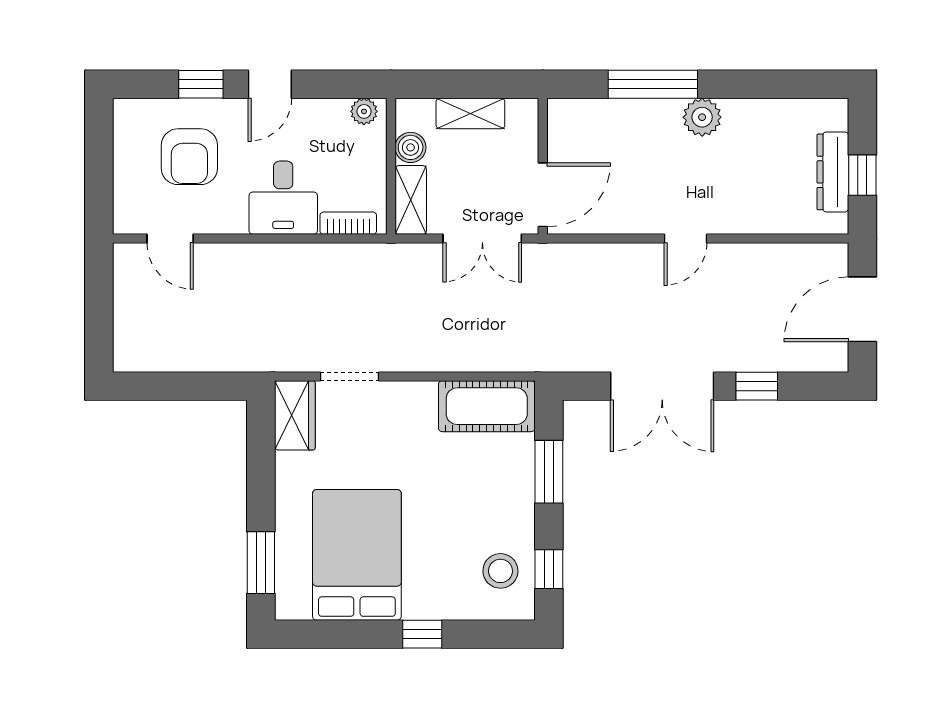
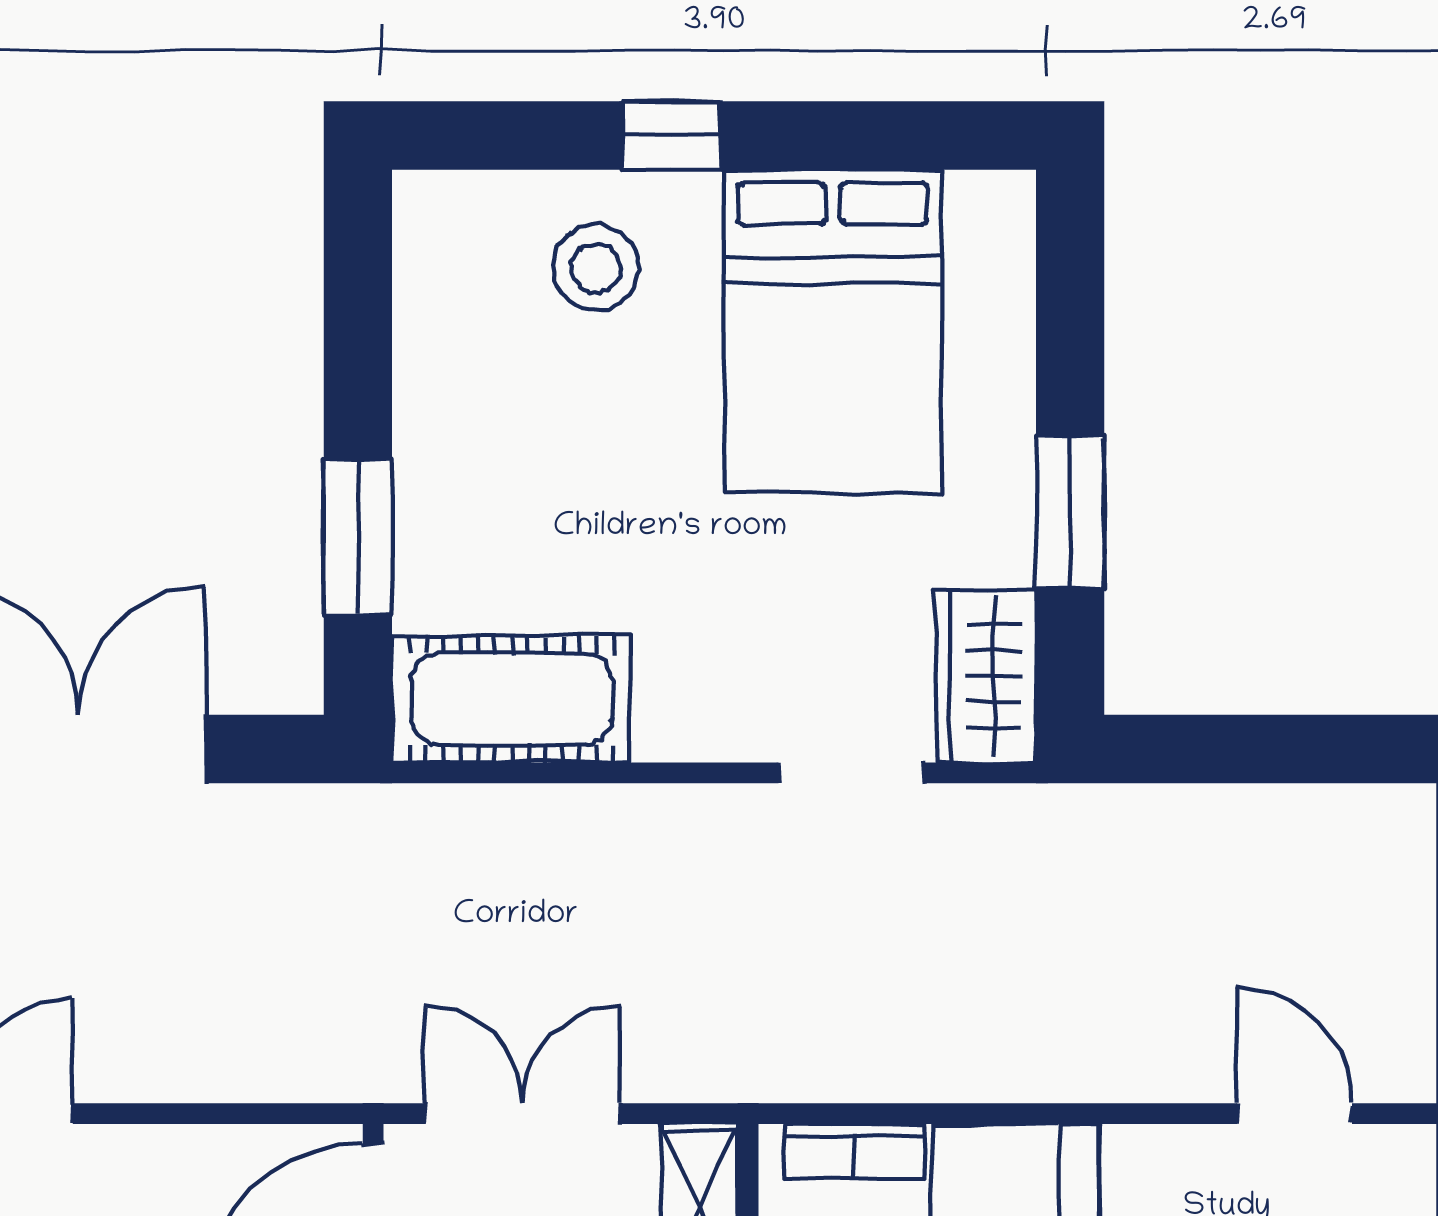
window: (261, 563) -> (1070, 512), moved
window: (549, 569) -> (358, 296), removed
stool: (500, 571) -> (596, 268), moved

